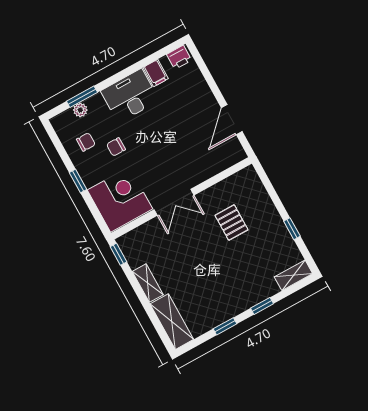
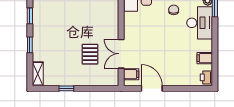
desk: (130, 96) -> (200, 23), moved
filing cabinet: (228, 156) -> (131, 74), added
double door: (174, 202) -> (121, 54), moved
pallet: (231, 223) -> (90, 54), turned 90

